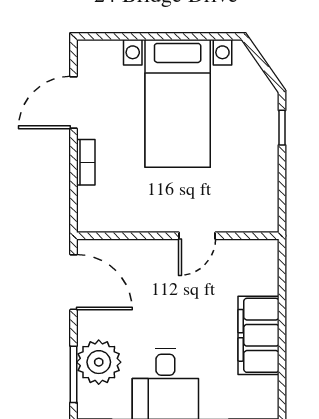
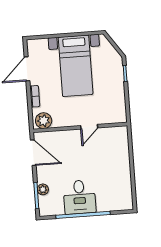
plant: (101, 215) -> (44, 121), added
filing cabinet: (259, 335) -> (121, 171), removed
plant: (99, 362) -> (43, 189), width x0.53, depth x0.53

